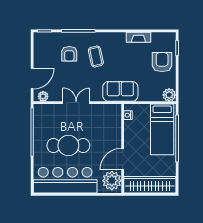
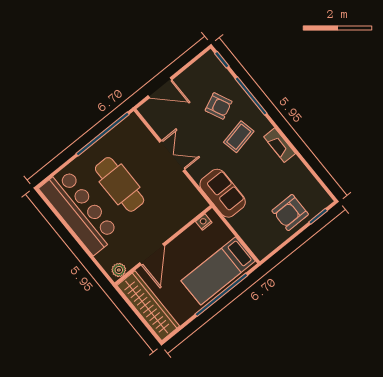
fireplace: (138, 37) -> (280, 145), moved
armchair: (69, 54) -> (219, 106), turned -115
armchair: (162, 62) -> (290, 213), turned 180
plant: (169, 95) -> (261, 249), removed
plant: (43, 96) -> (150, 115), removed
door: (123, 159) -> (152, 254), swing flipped
plant: (112, 181) -> (119, 270), width x0.53, depth x0.53

